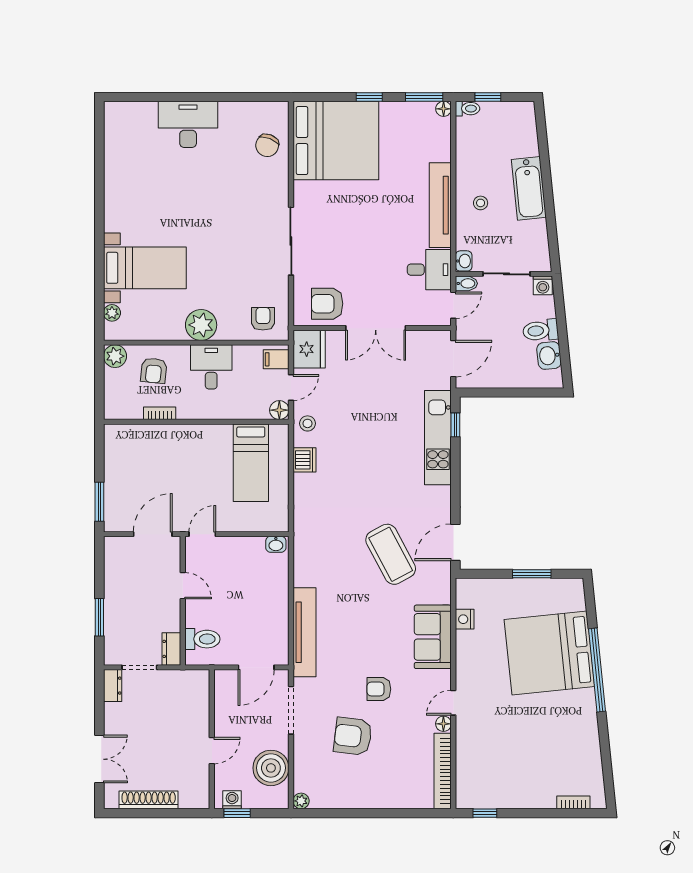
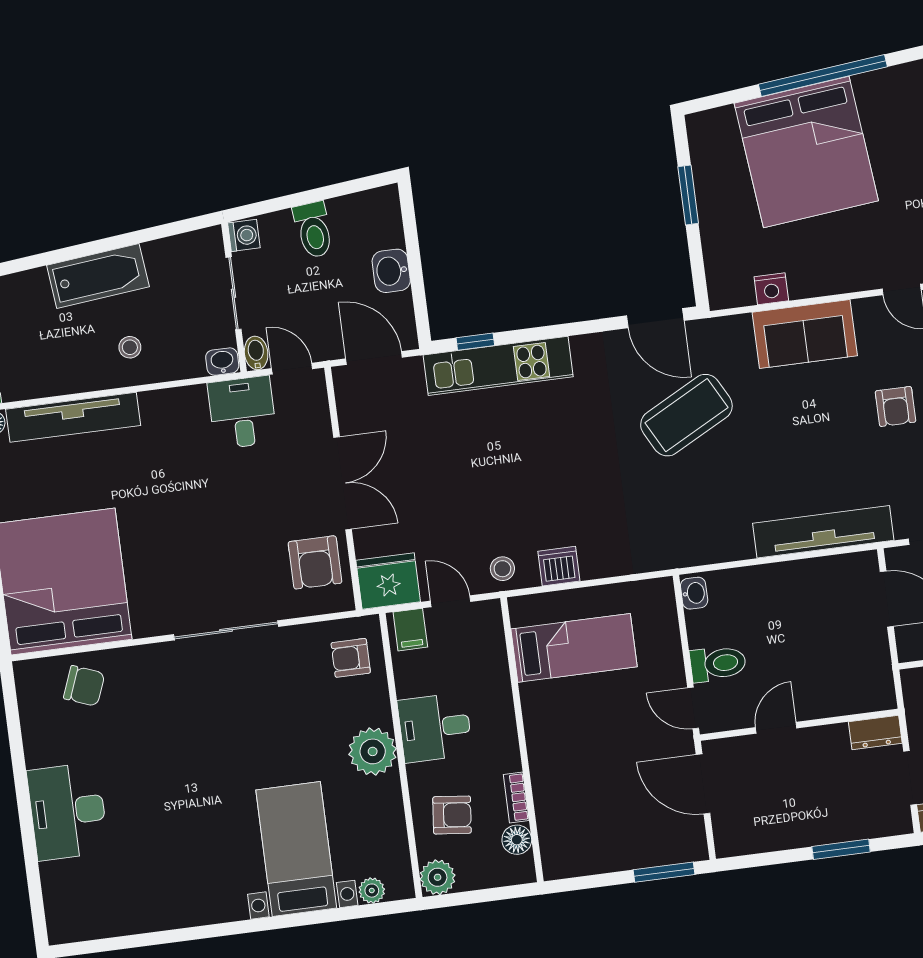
tv unit: (440, 205) -> (73, 417), moved
washbasin: (549, 356) -> (391, 271), moved, turned 96
floor lamp: (279, 410) -> (517, 840), moved
toilet: (202, 639) -> (718, 664), moved, turned 90

